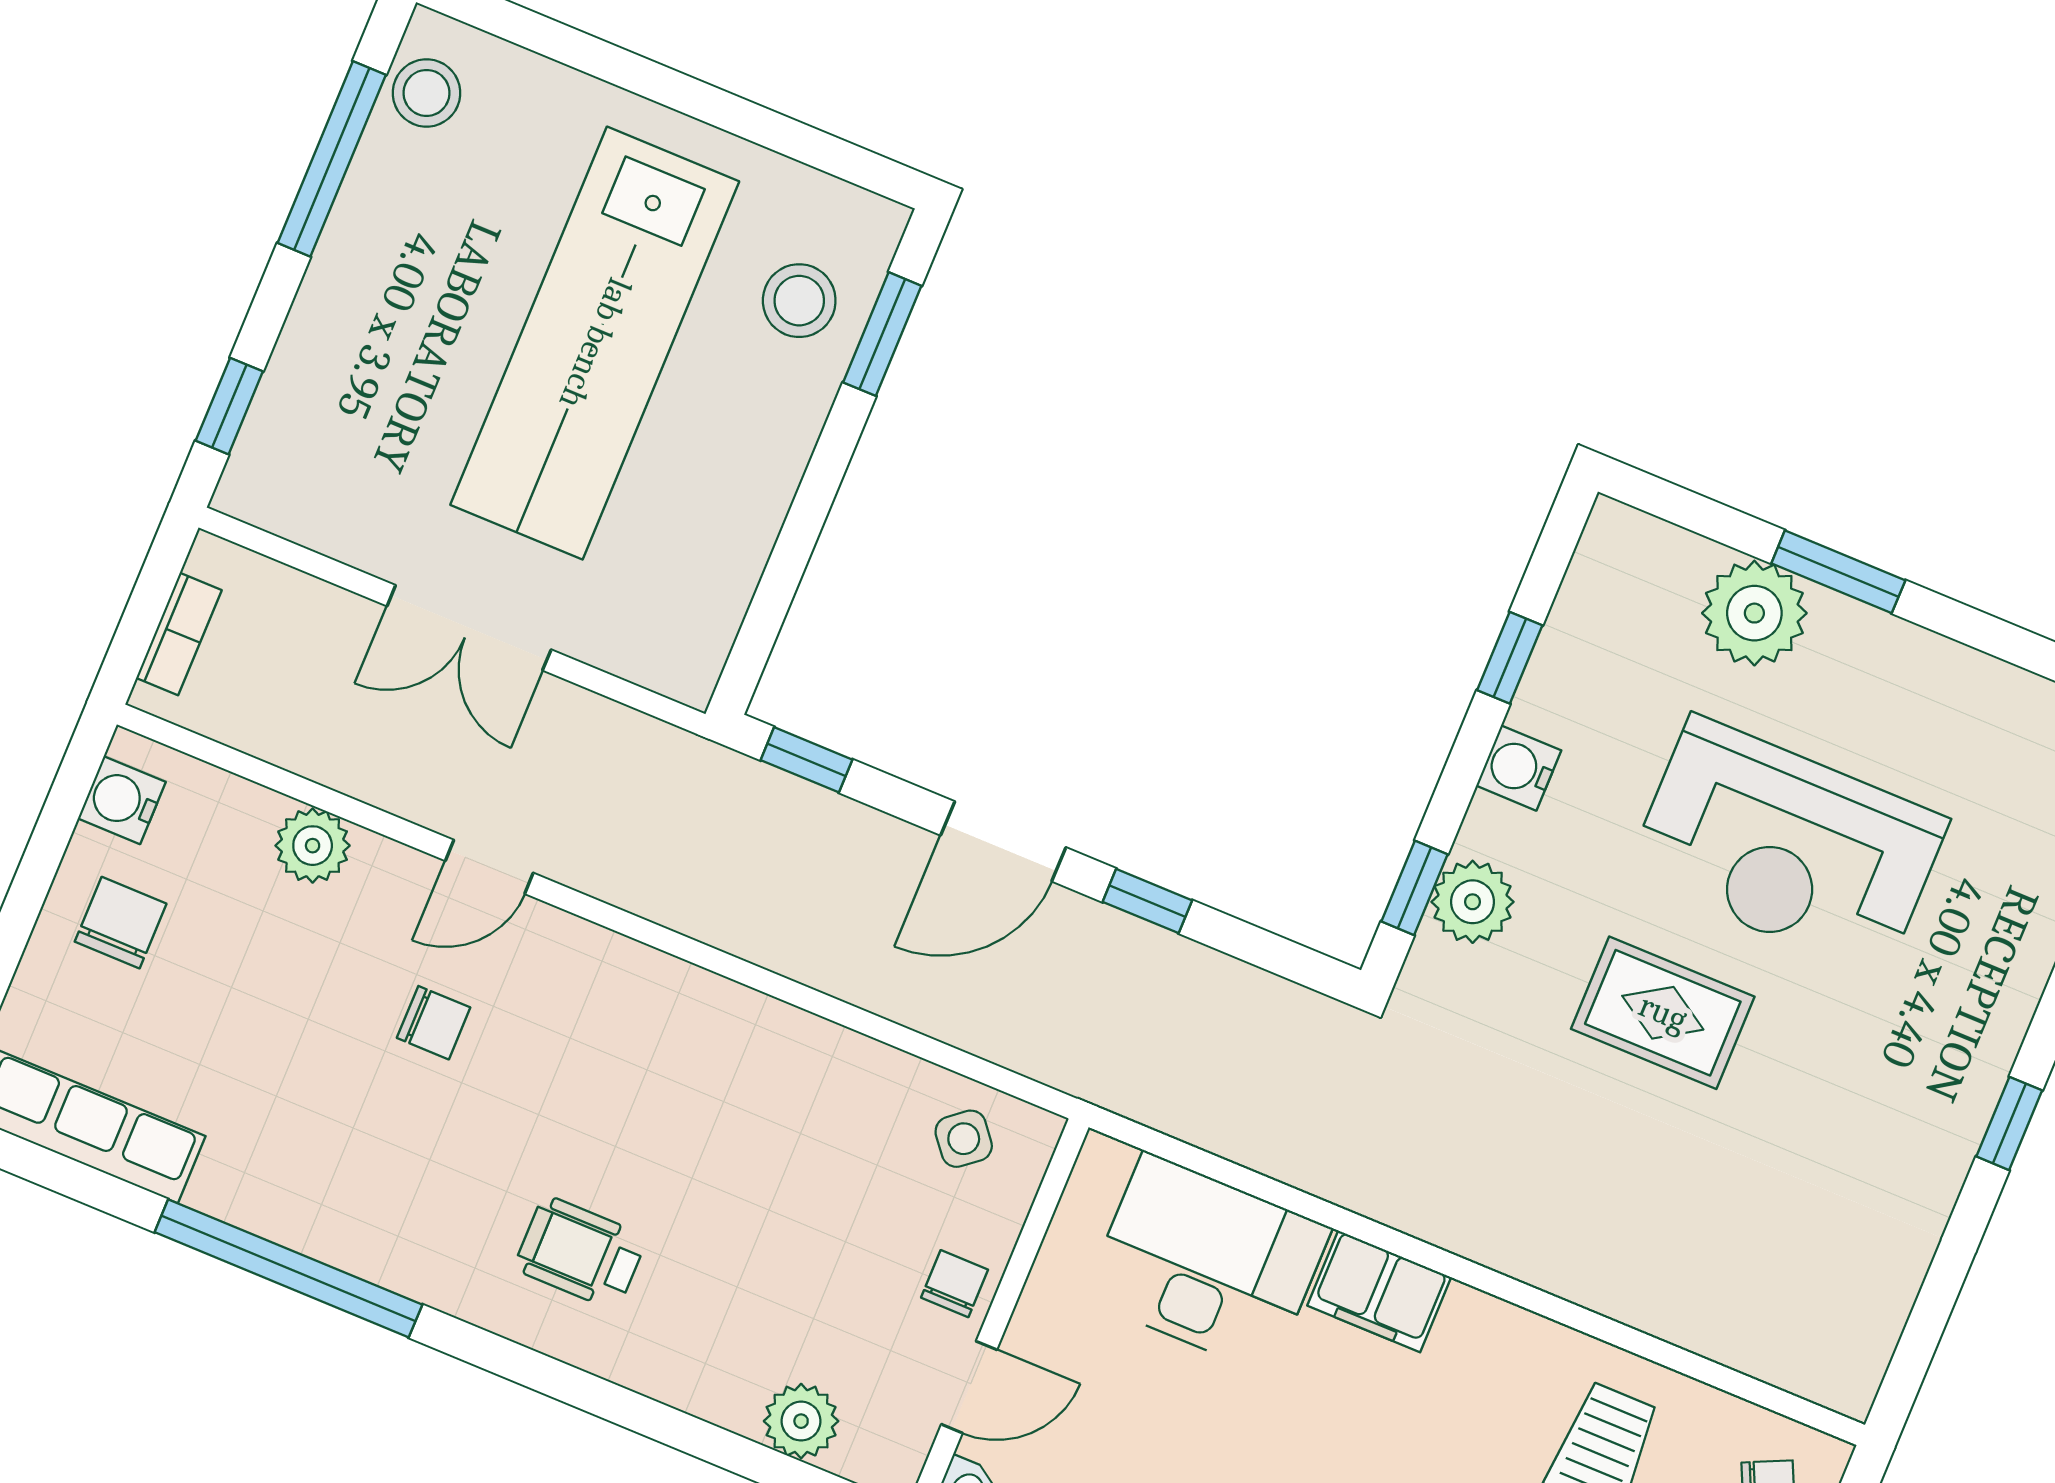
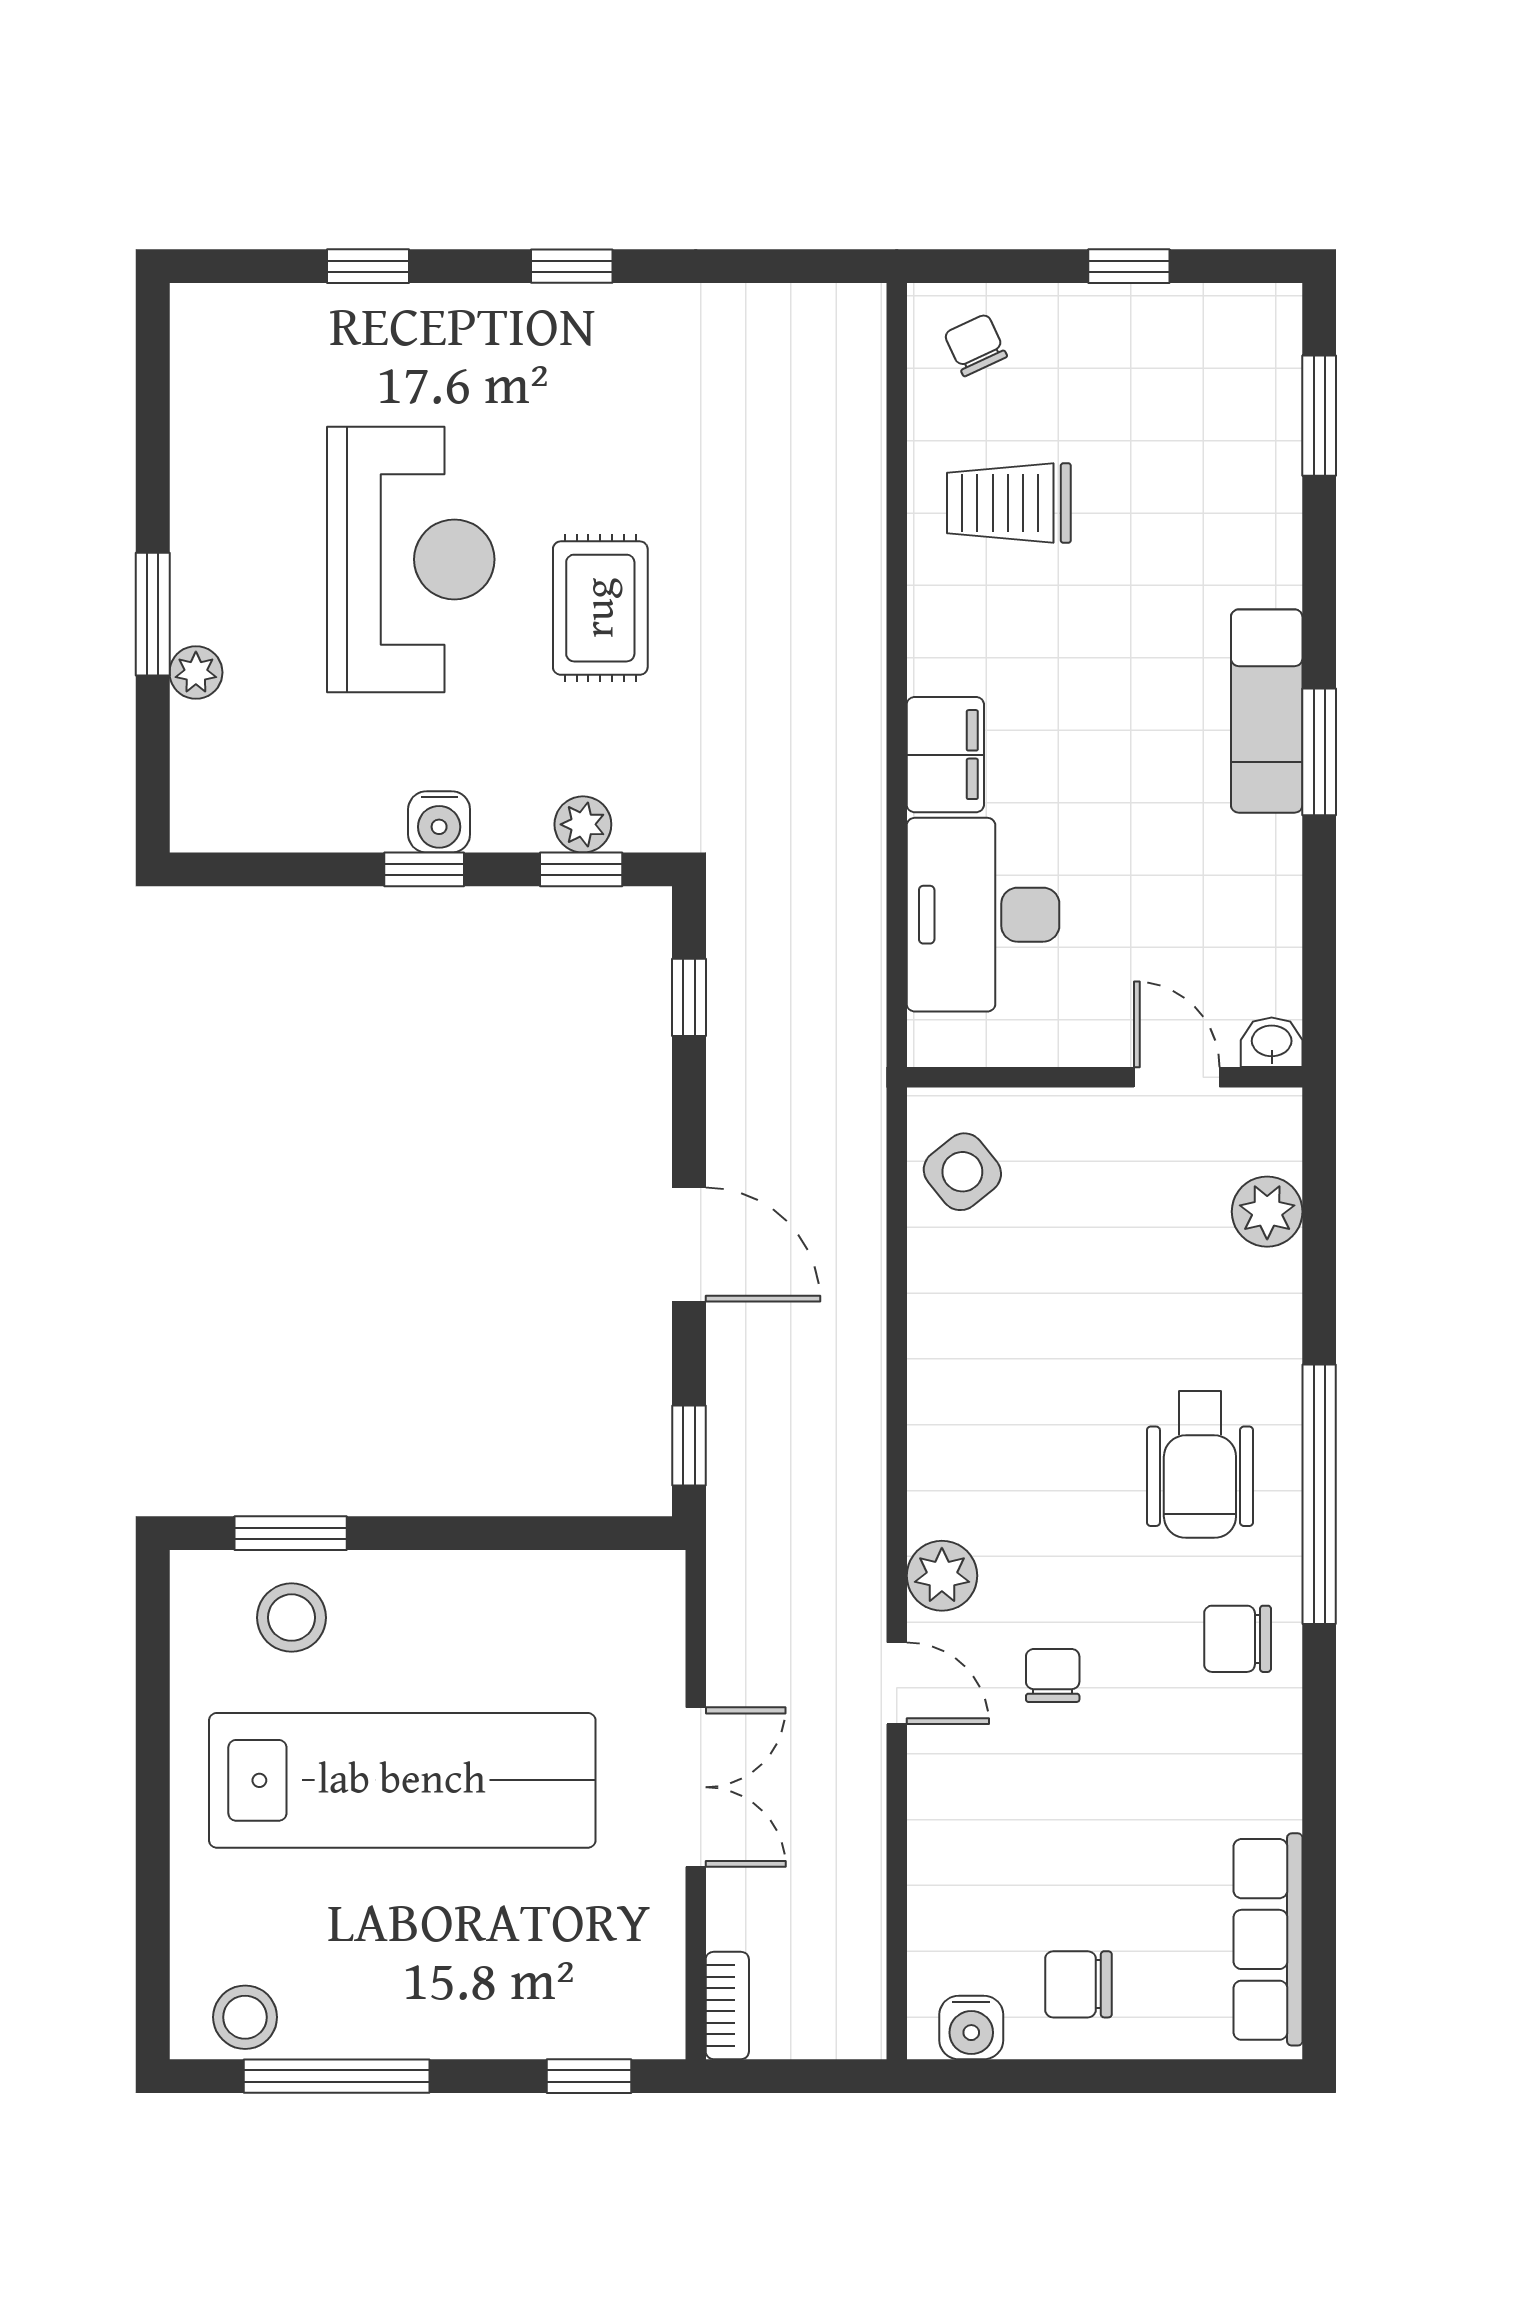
plant: (1754, 613) -> (196, 672), width x0.53, depth x0.53
bookcase: (179, 634) -> (727, 2005), moved, turned 90
window: (1510, 658) -> (424, 869), moved
plant: (313, 846) -> (942, 1576), moved
window: (1147, 901) -> (689, 997), moved
plant: (1473, 902) -> (583, 824), width x0.73, depth x0.73
side table: (964, 1139) -> (962, 1172), width x1.37, depth x1.37
wheelchair: (580, 1253) -> (1200, 1465), width x1.36, depth x1.37
window: (288, 1268) -> (1319, 1494), moved
chair: (955, 1284) -> (1238, 1639), moved, width x1.37, depth x1.37

